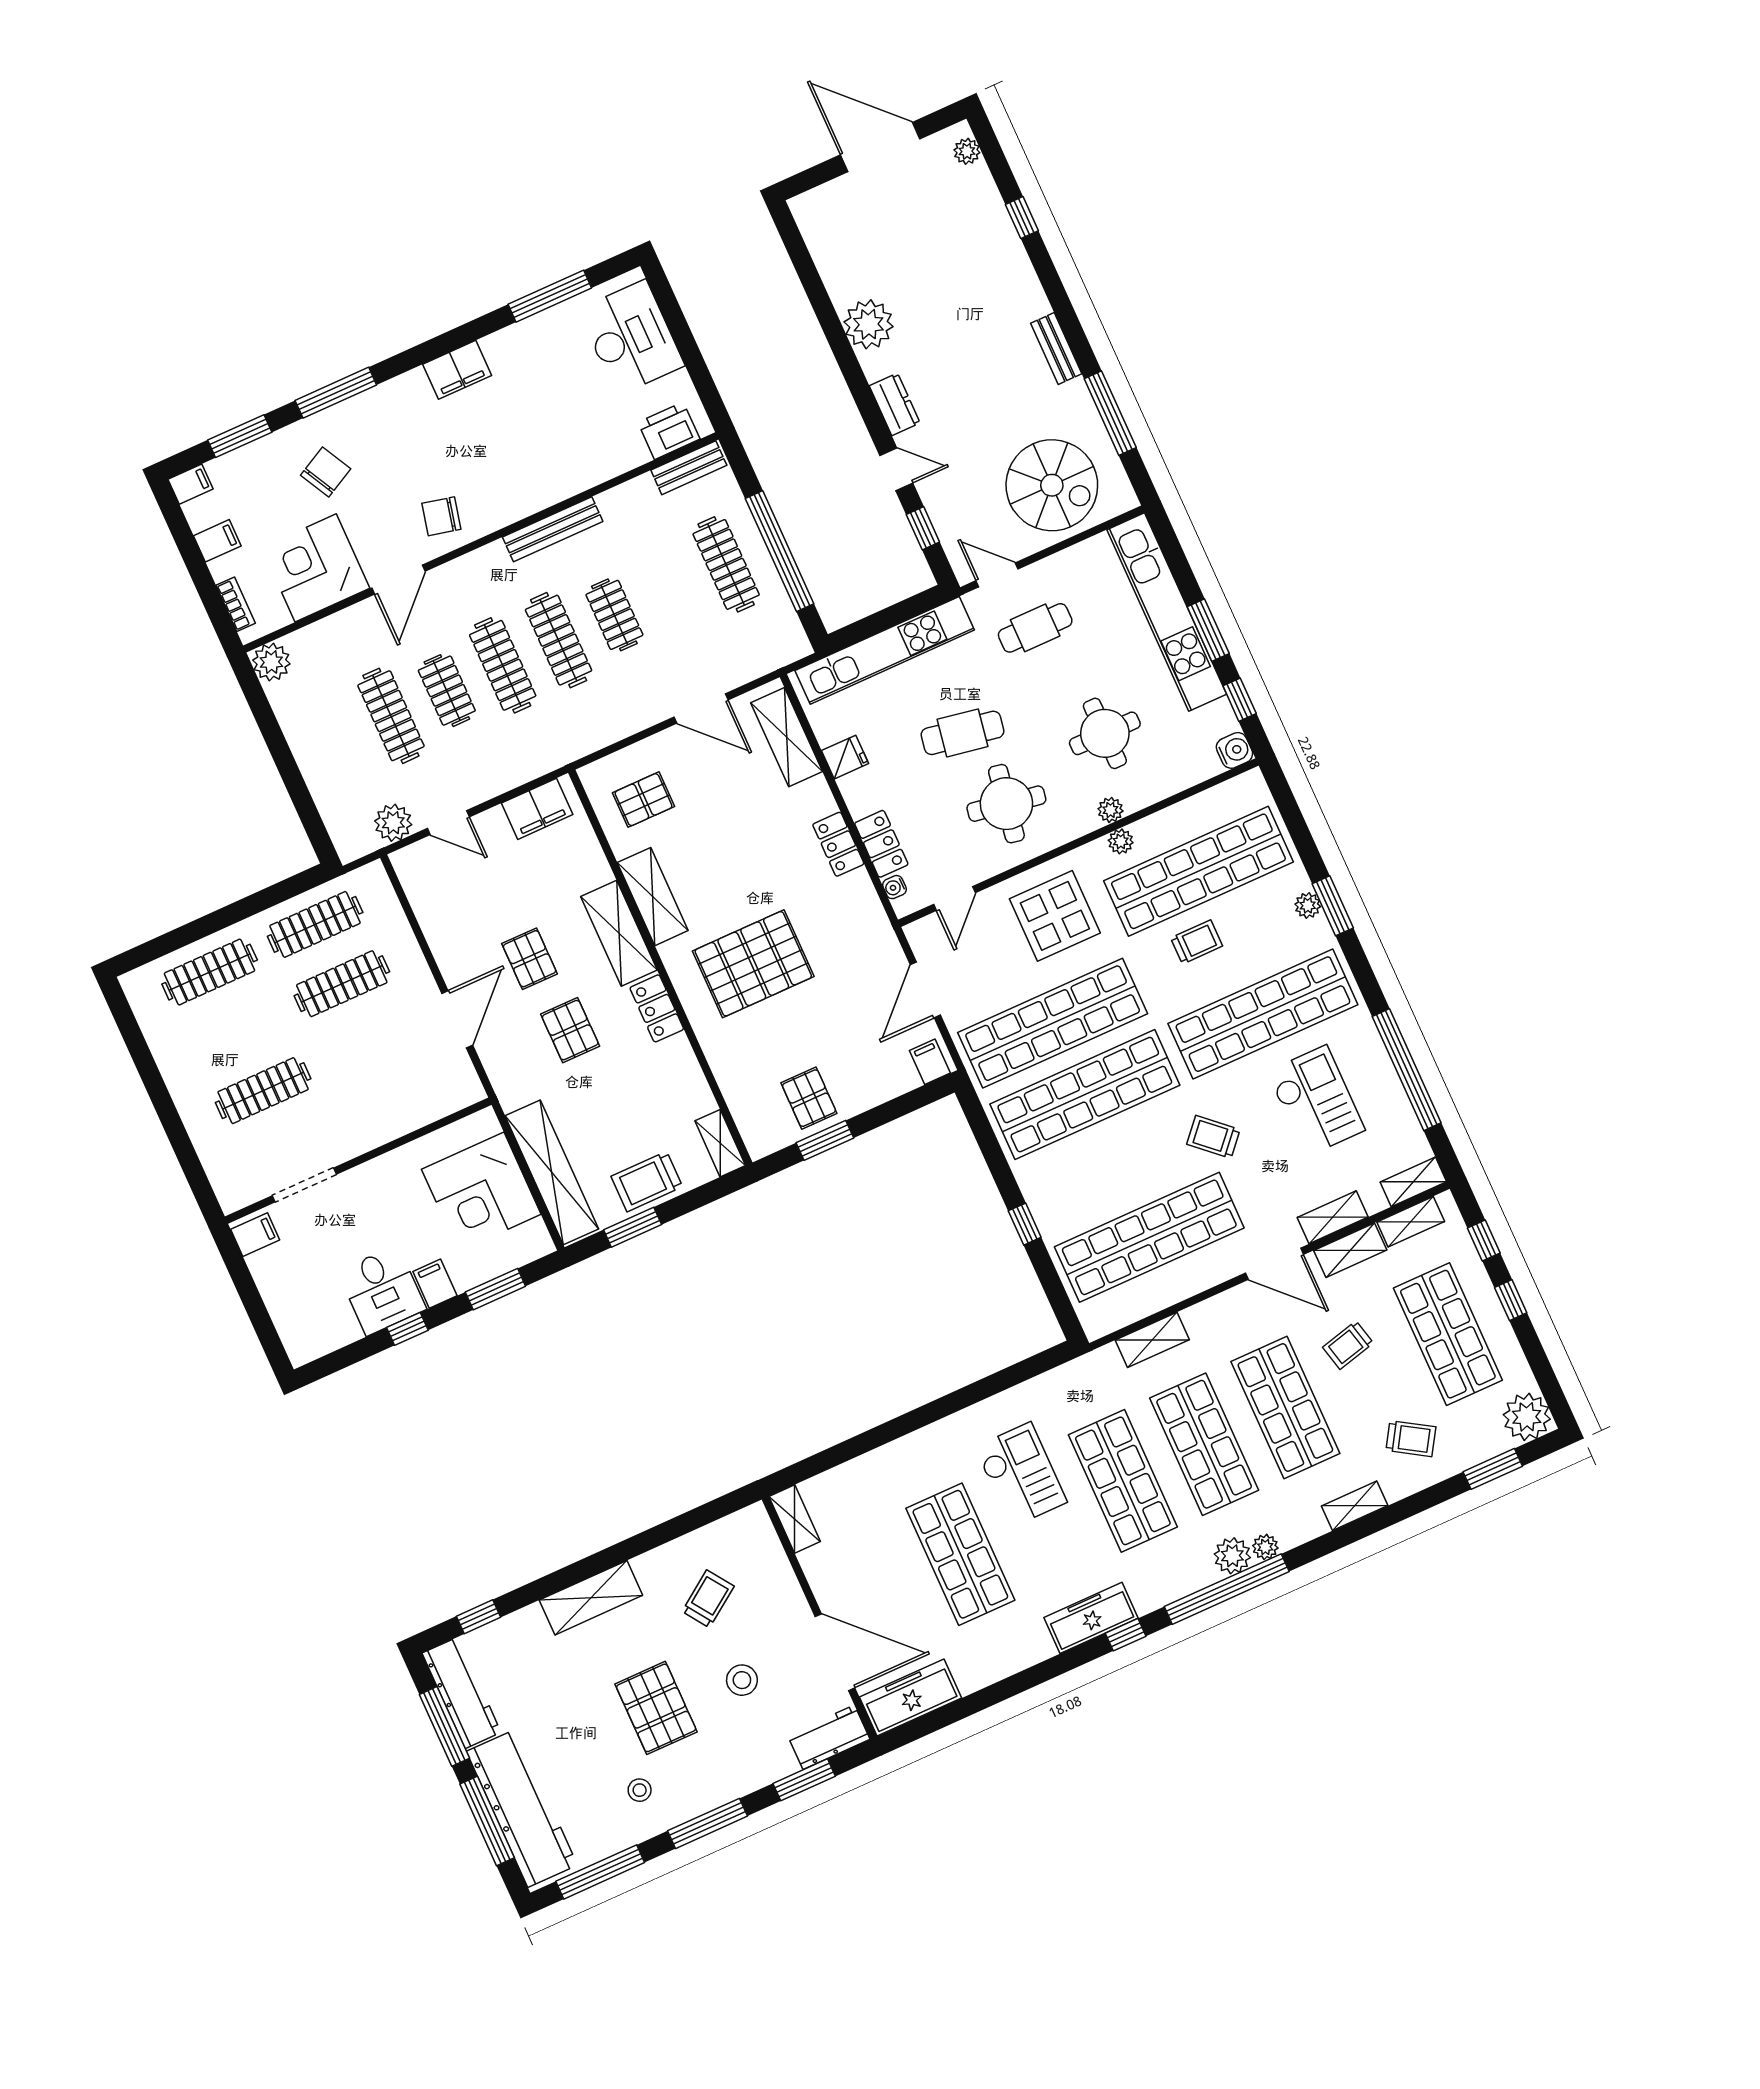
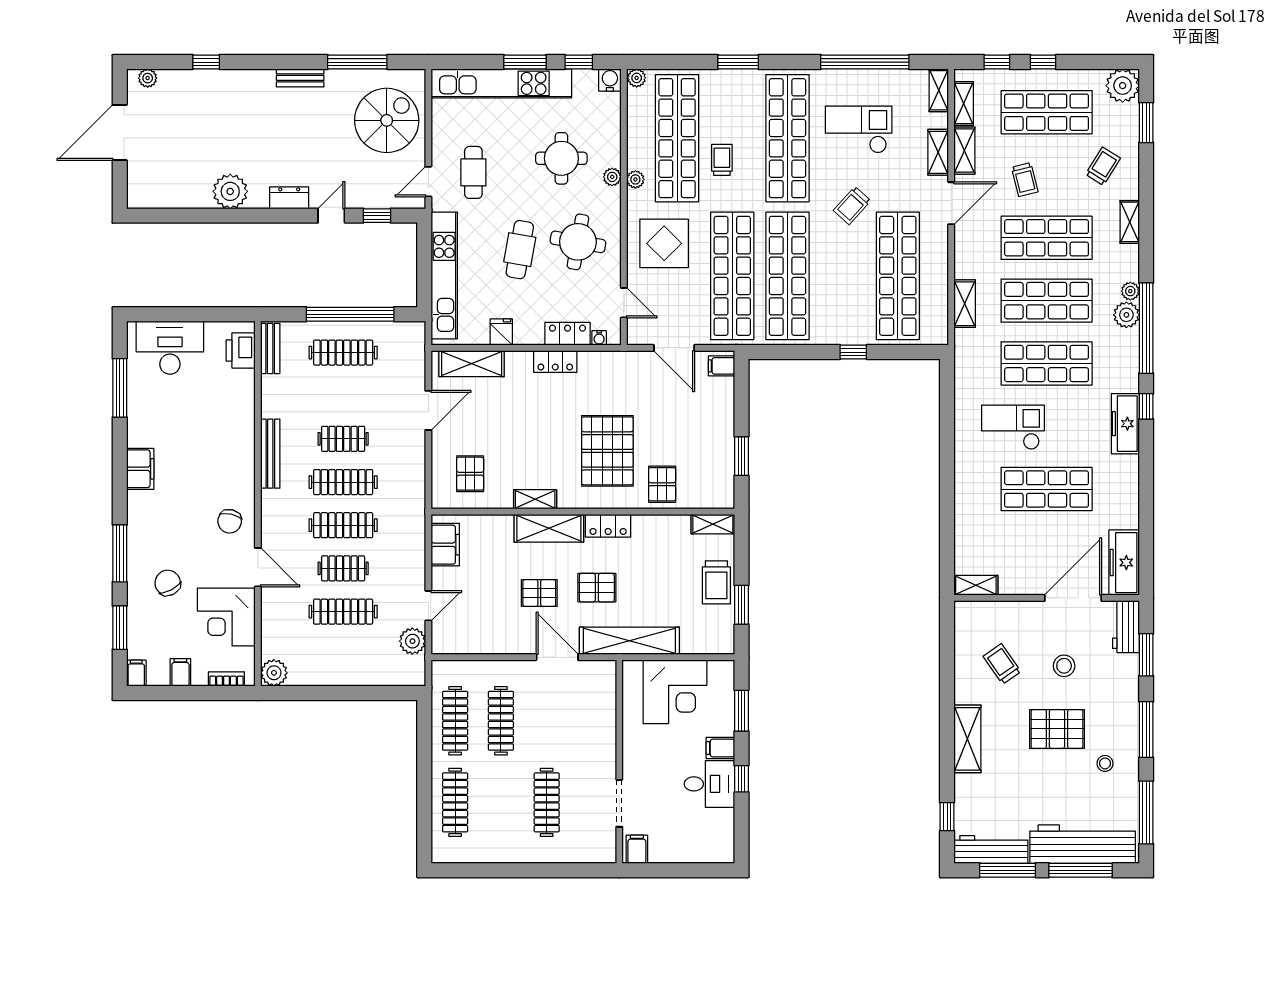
shelving: (653, 897) -> (535, 499), width x0.67, depth x0.75
plant: (1308, 905) -> (637, 78), moved
pallet: (809, 1098) -> (662, 484), moved, turned 90
shelving: (552, 1172) -> (629, 641), moved

